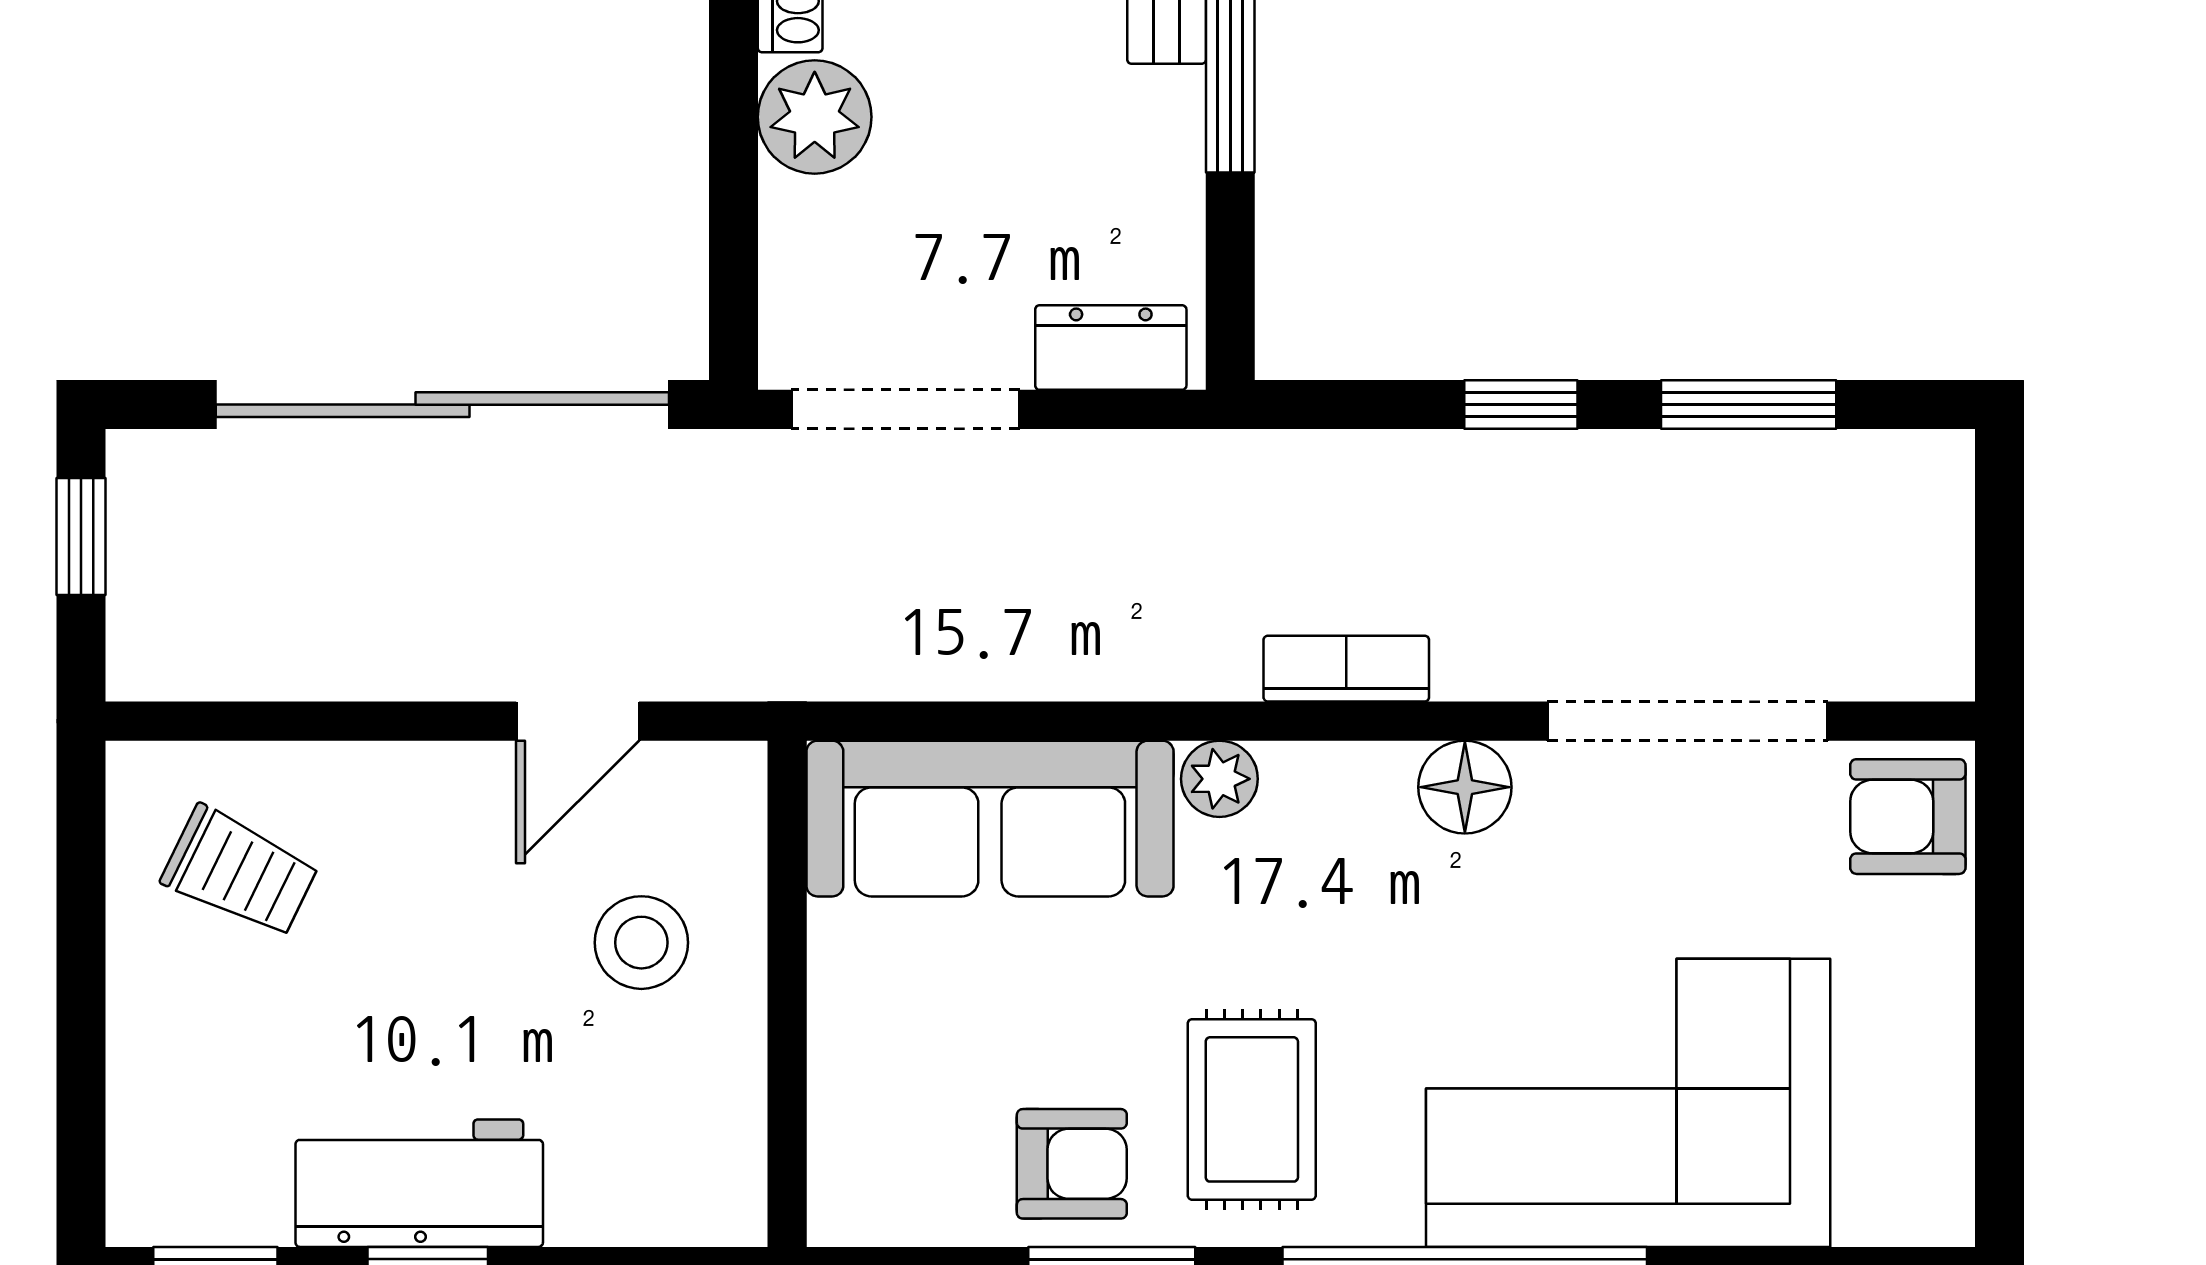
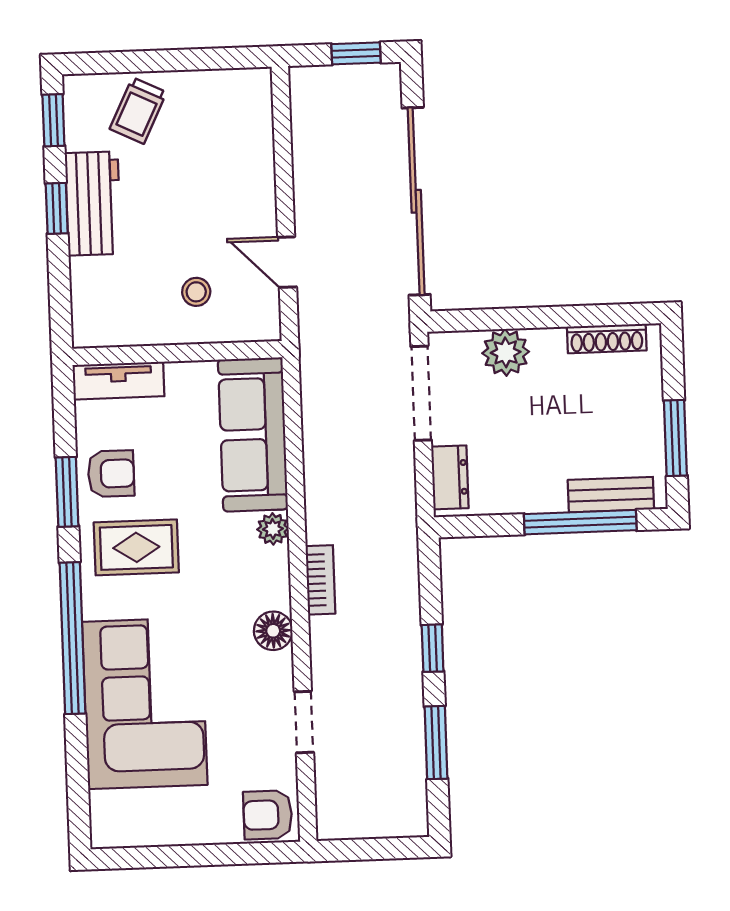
plant: (815, 117) -> (506, 352), moved
doorway: (1687, 721) -> (304, 722), width x0.53
armchair: (1908, 817) -> (268, 815), turned -90
trolley: (240, 872) -> (138, 111), moved
stool: (641, 943) -> (196, 292), width x0.73, depth x0.73
tv unit: (848, 1138) -> (118, 381), added
armchair: (1072, 1164) -> (111, 474), turned -90

